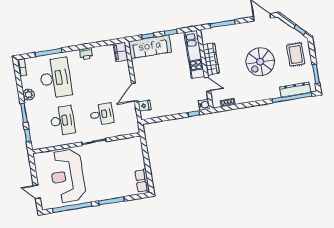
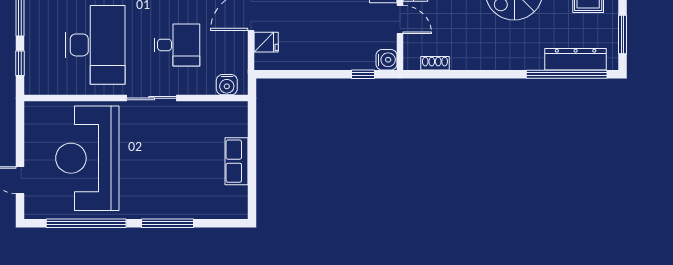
desk: (62, 121) -> (95, 45), width x1.36, depth x1.30
water cooler: (129, 129) -> (227, 85), added
row of seats: (142, 181) -> (237, 161), moved

